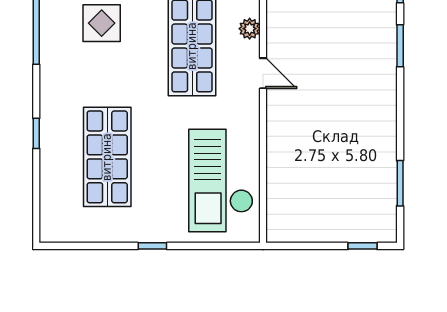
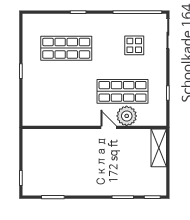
plant: (250, 29) -> (127, 116), width x1.87, depth x1.87
door: (263, 73) -> (109, 127), swing flipped
checkout: (221, 180) -> (54, 106), removed

